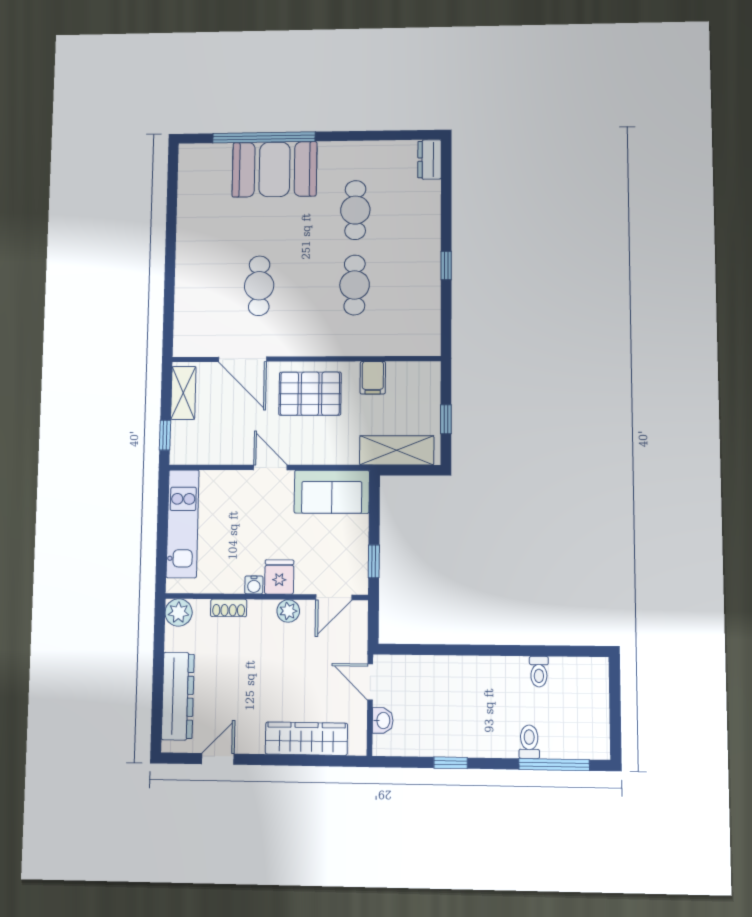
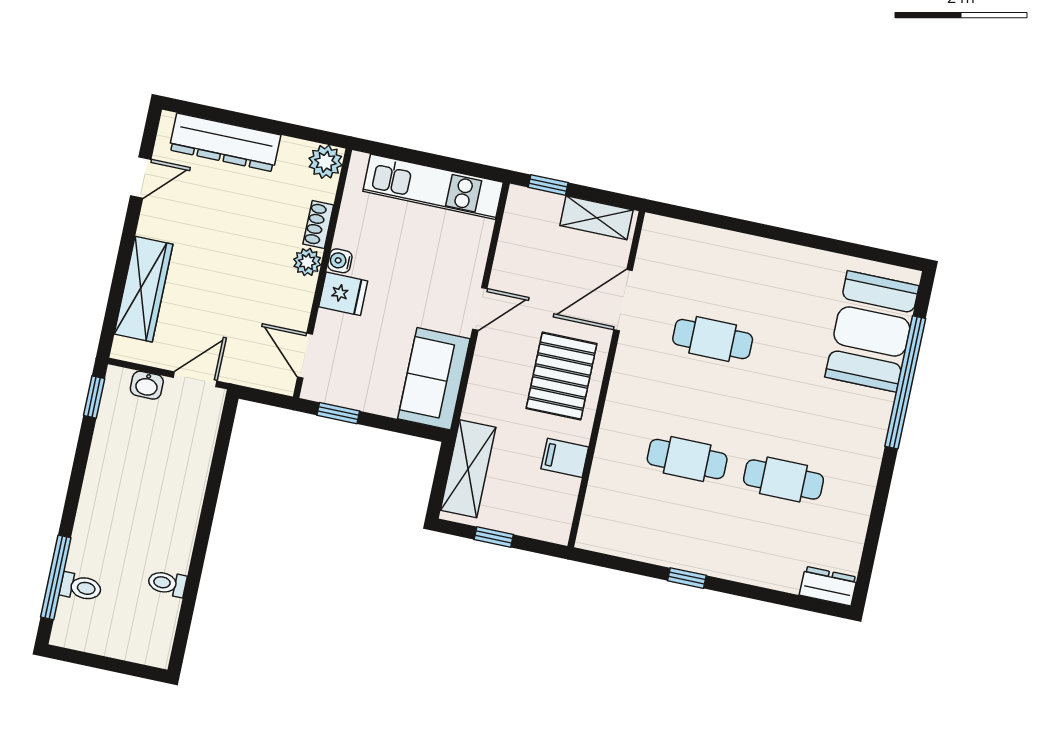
booth: (275, 169) -> (872, 331), moved
plant: (288, 611) -> (307, 262), moved
toilet: (529, 742) -> (81, 587), moved
door: (218, 759) -> (141, 178), hinge flipped
window: (451, 763) -> (94, 397), moved

